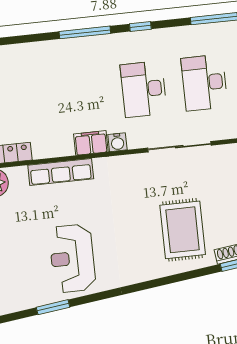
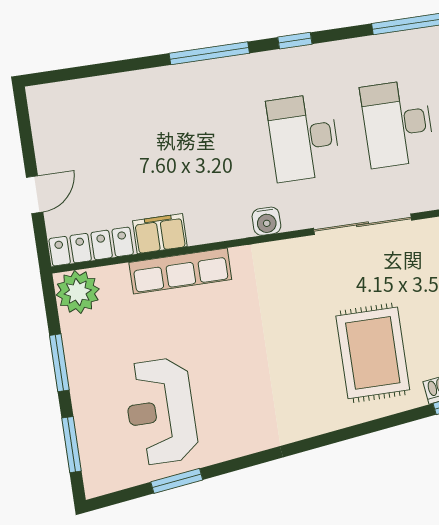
filing cabinet: (91, 143) -> (160, 234), moved
reception desk: (72, 258) -> (161, 411), moved

